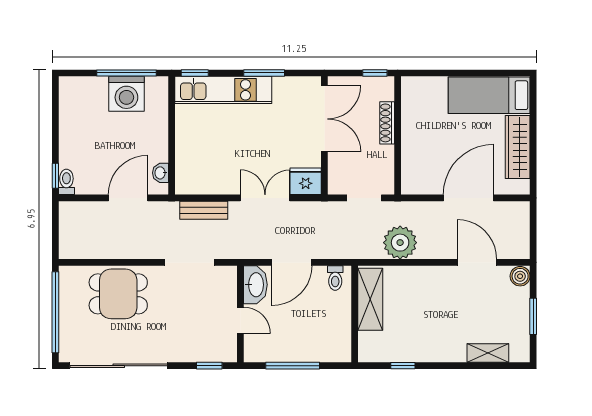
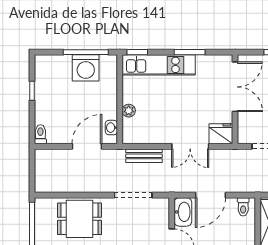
plant: (183, 151) -> (129, 111), added
window: (55, 176) -> (32, 91), moved
double door: (265, 198) -> (190, 146), swing flipped

